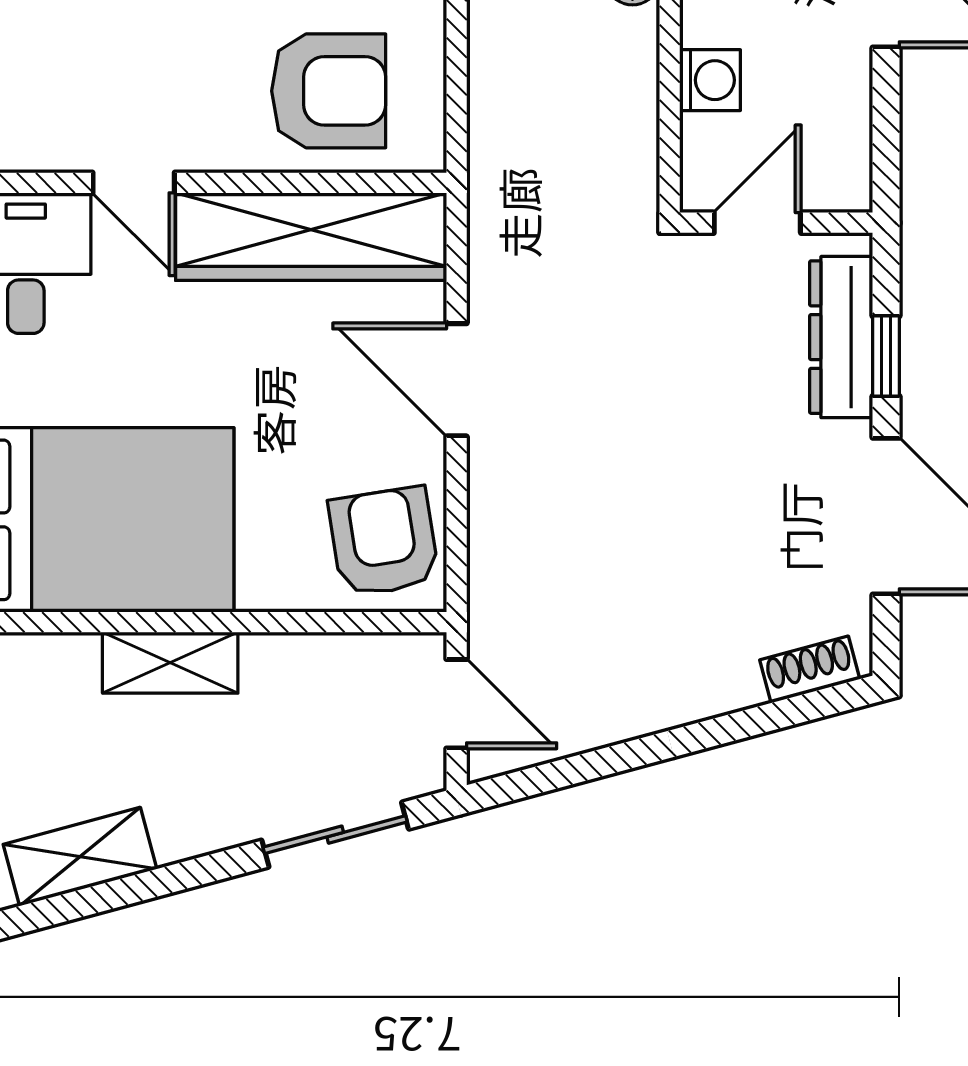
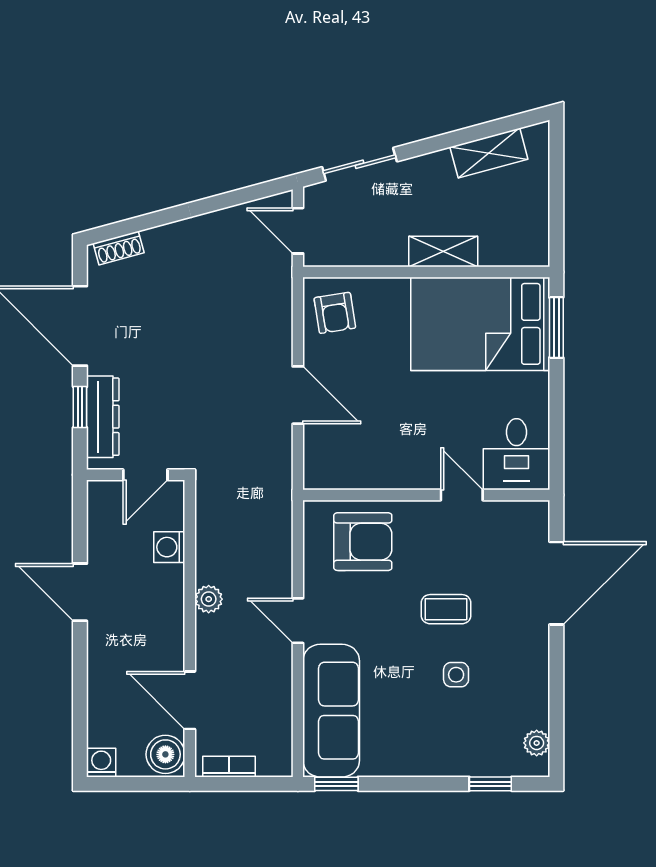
armchair: (329, 91) -> (363, 542), turned 180
wardrobe: (311, 237) -> (372, 468), removed
armchair: (384, 542) -> (335, 313), width x0.72, depth x0.72

